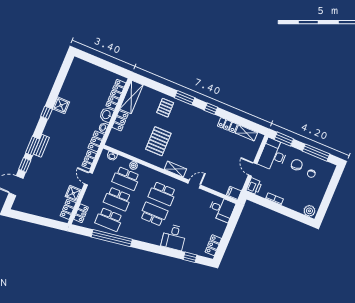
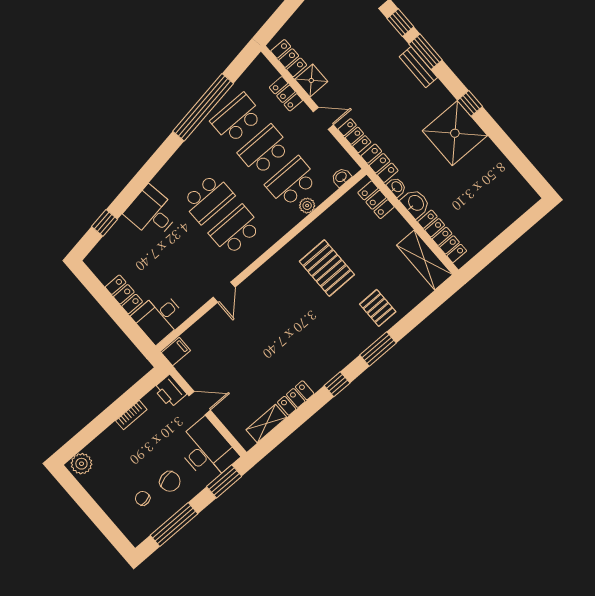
shower: (61, 105) -> (455, 133), width x1.86, depth x1.86
locker: (120, 121) -> (376, 200), moved
shelving: (175, 169) -> (265, 273), removed
locker: (81, 213) -> (286, 94), moved
locker: (213, 245) -> (124, 294), moved

